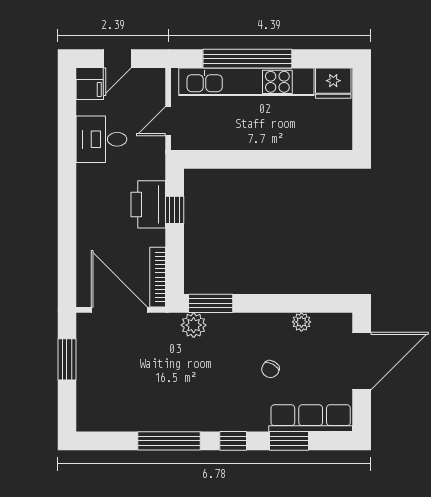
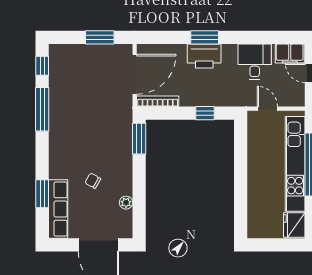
filing cabinet: (90, 90) -> (290, 54), width x2.00
printer: (148, 204) -> (204, 56), moved, turned 180
window: (67, 210) -> (205, 37), added
plant: (194, 325) -> (124, 127), removed
window: (233, 441) -> (42, 66), moved

